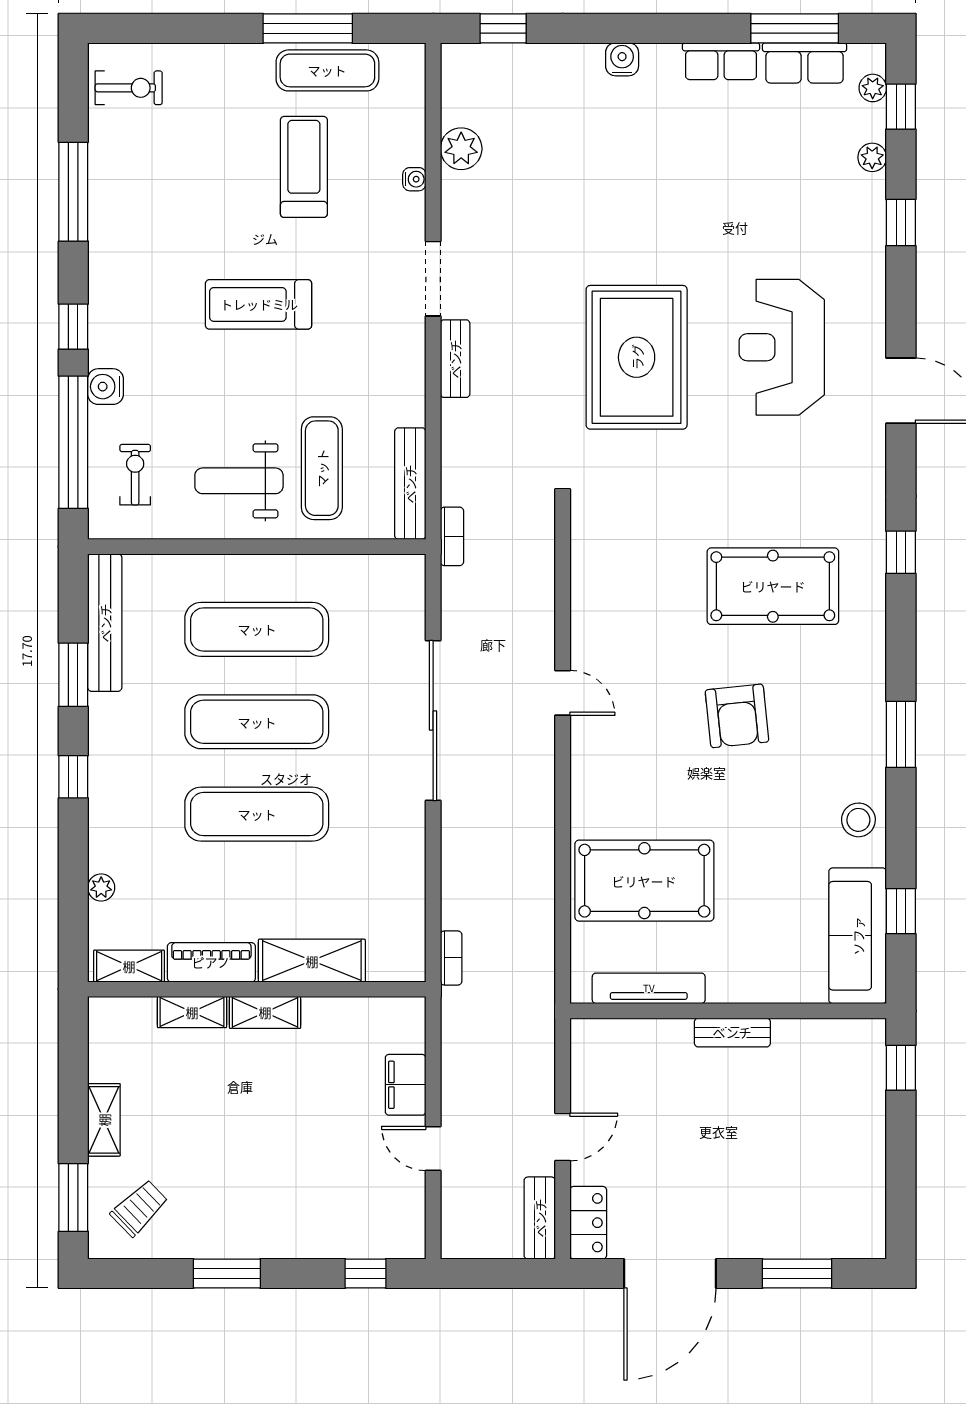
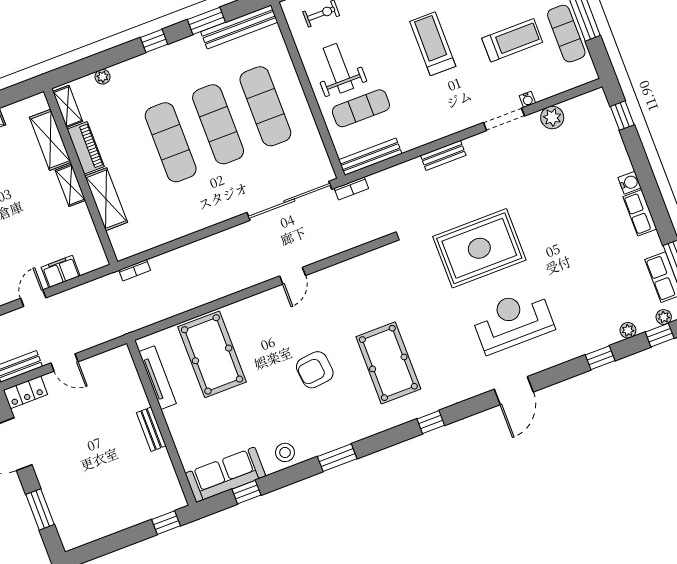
row of seats: (721, 61) -> (640, 213), moved
doorway: (433, 279) -> (504, 119), moved
sliding door: (433, 721) -> (289, 201), moved
shelving: (192, 1012) -> (50, 140), width x1.50, depth x1.33

